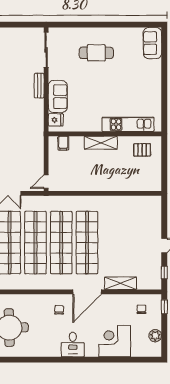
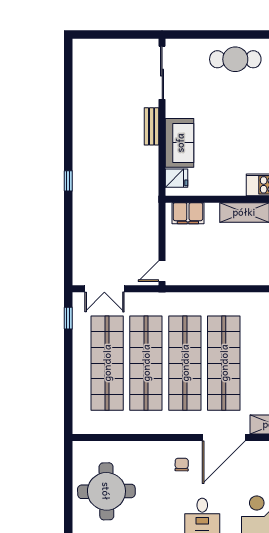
cafe table: (96, 53) -> (235, 59), moved
filing cabinet: (63, 143) -> (188, 213), width x2.00

